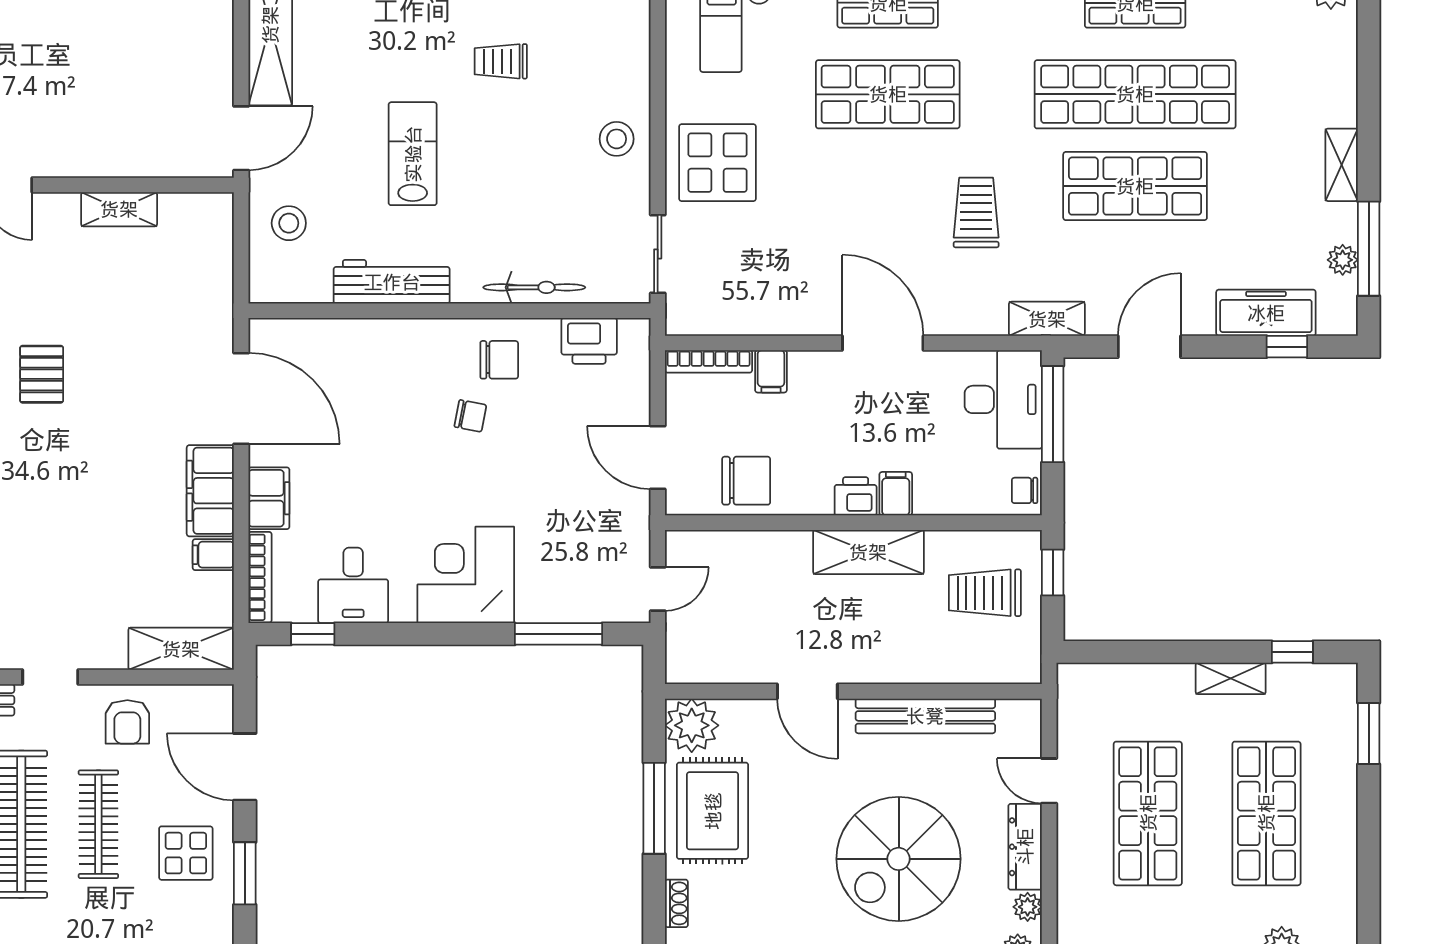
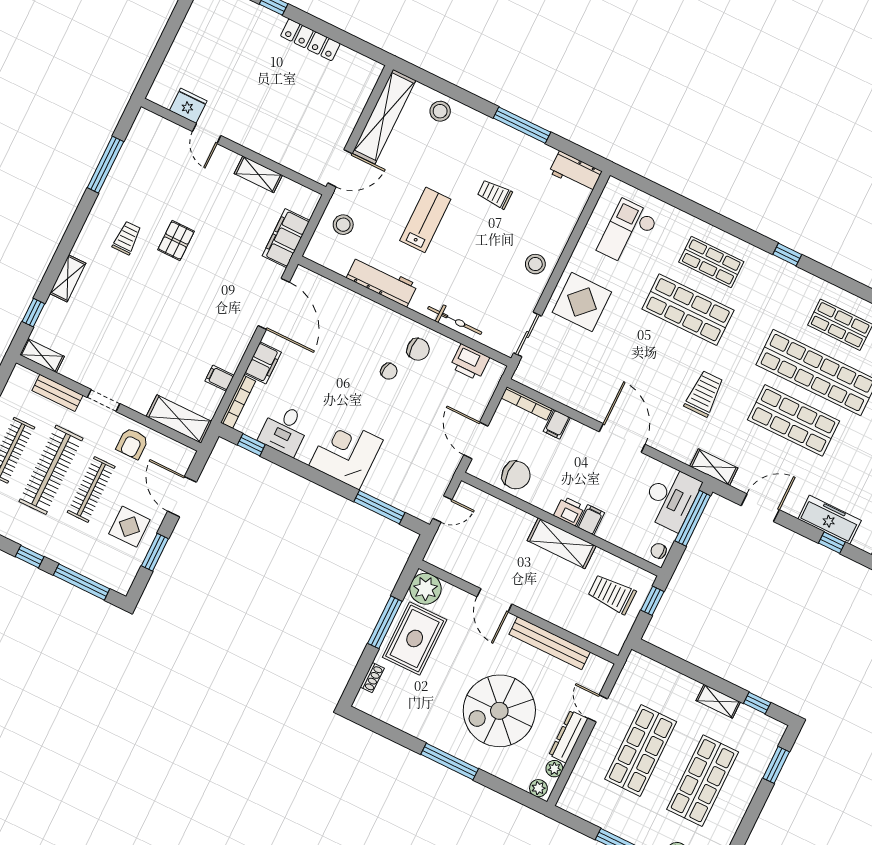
filing cabinet: (210, 491) -> (286, 238), moved

